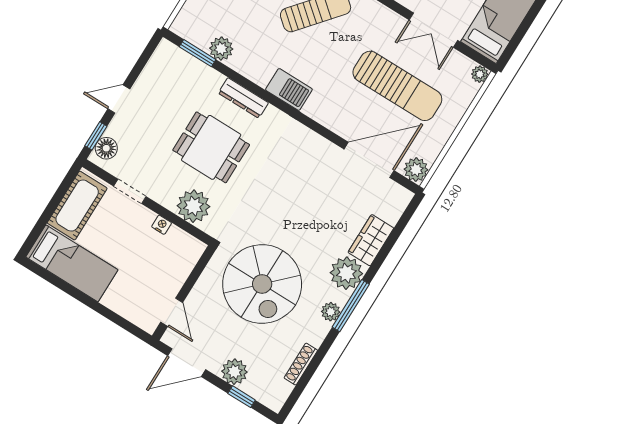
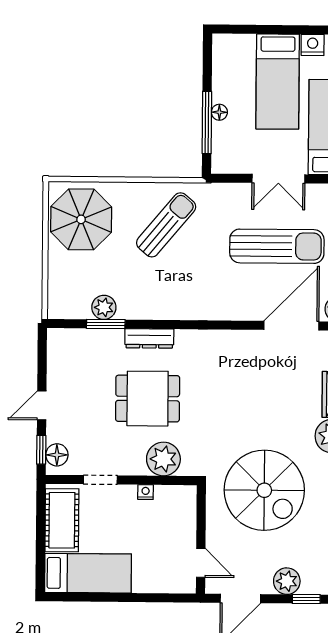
window: (198, 53) -> (106, 324), moved
barbecue: (289, 89) -> (184, 307), removed

